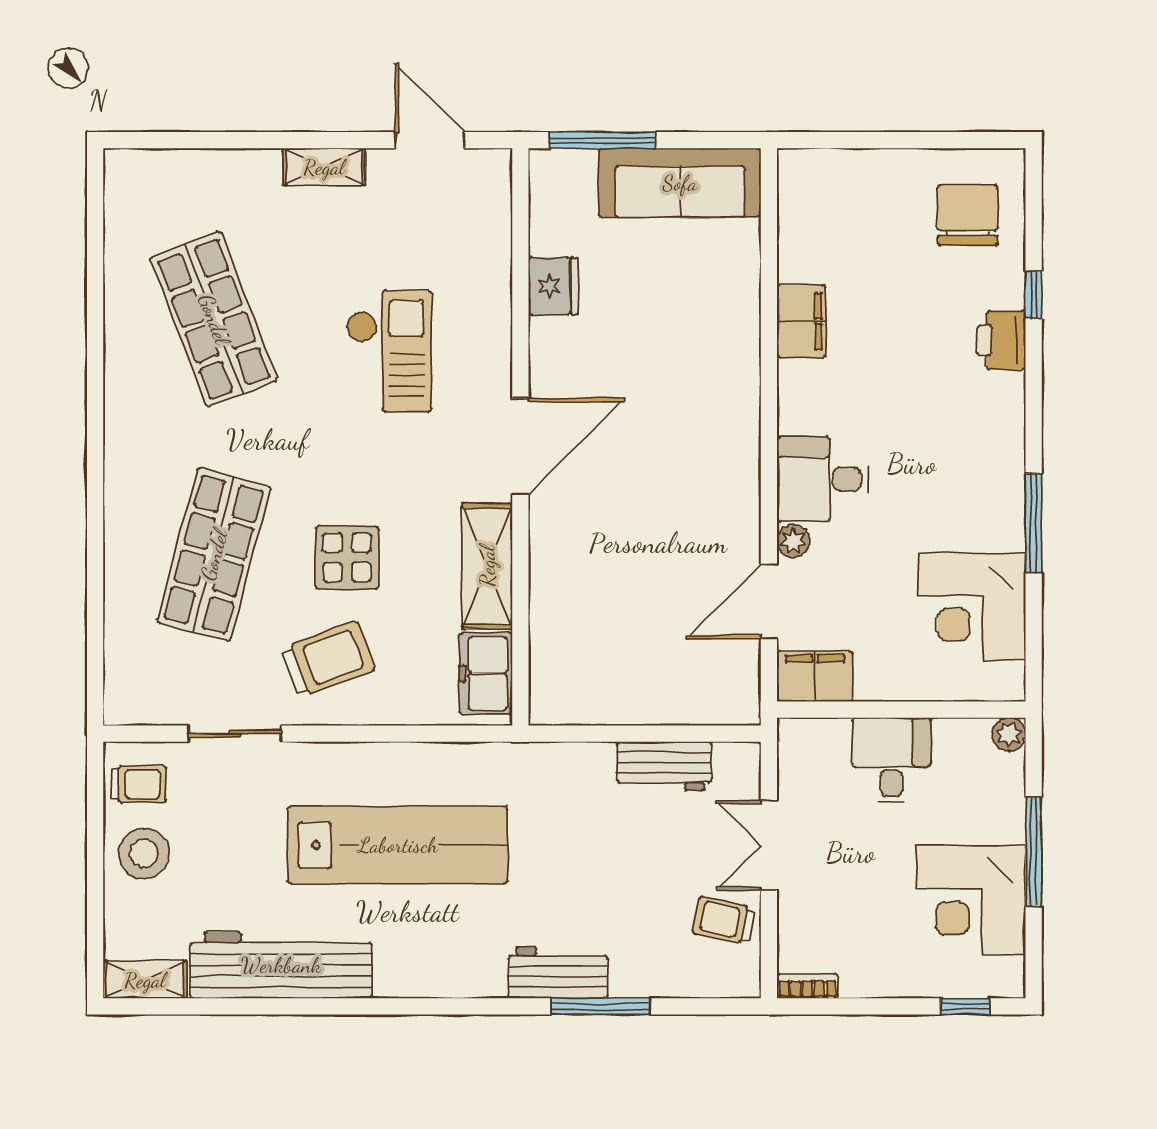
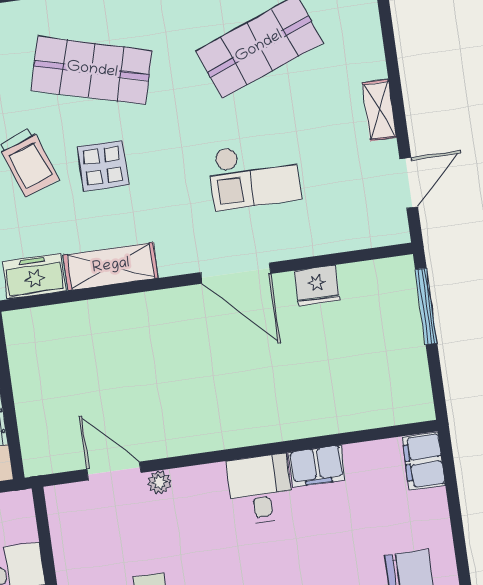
sofa: (680, 183) -> (404, 365), removed
door: (520, 446) -> (236, 273), moved
desk: (823, 479) -> (260, 489), moved
filing cabinet: (815, 676) -> (424, 461), moved, turned 180

